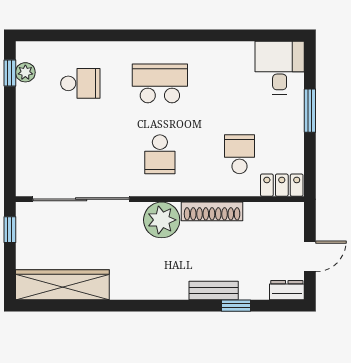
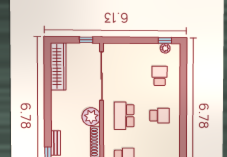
school desk: (80, 83) -> (160, 76), turned 180
school desk: (160, 83) -> (159, 116), width x0.54
school desk: (160, 154) -> (124, 116), width x1.85

